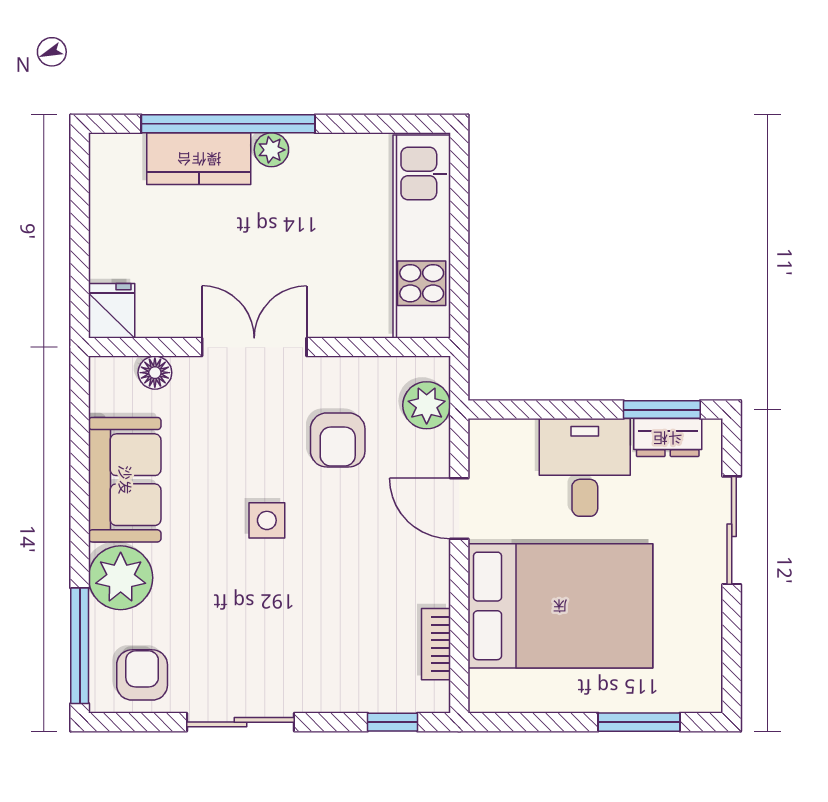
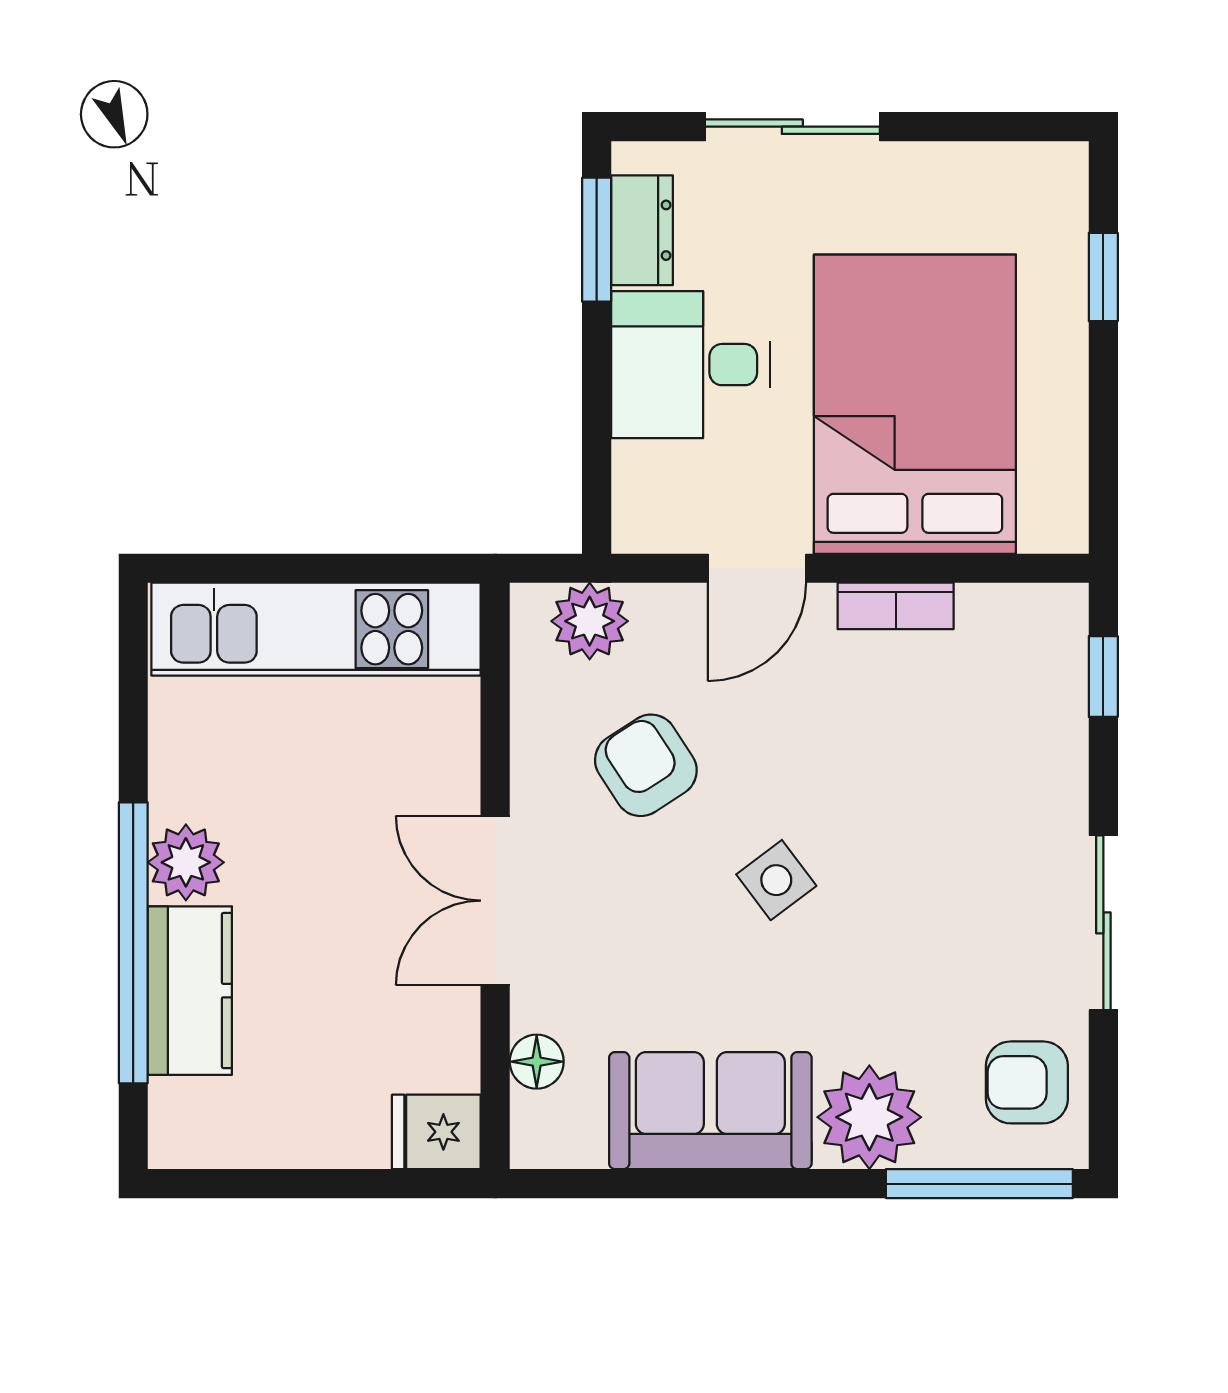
plant: (271, 150) -> (186, 862), width x1.38, depth x1.38
armchair: (338, 440) -> (646, 765), turned -123
side table: (267, 520) -> (776, 880), turned -37
bookcase: (436, 644) -> (896, 606), moved
window: (639, 722) -> (1103, 277), width x0.67

